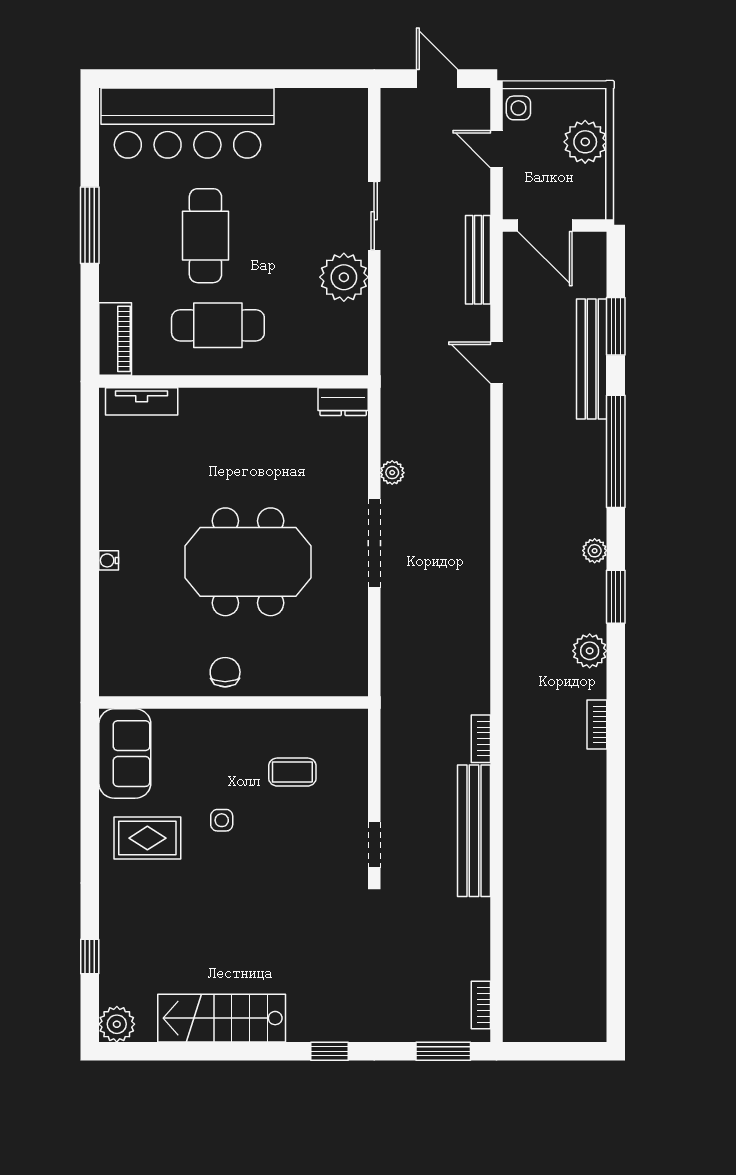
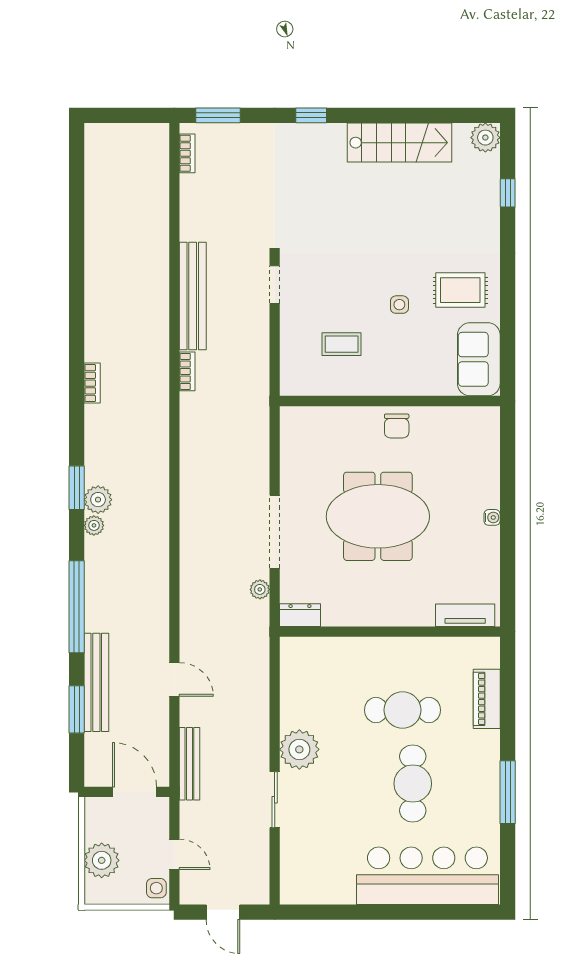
wall: (233, 381) -> (390, 632), moved
tv unit: (142, 401) -> (465, 615), moved
dresser: (343, 402) -> (300, 615), moved
plant: (590, 651) -> (98, 500), moved

